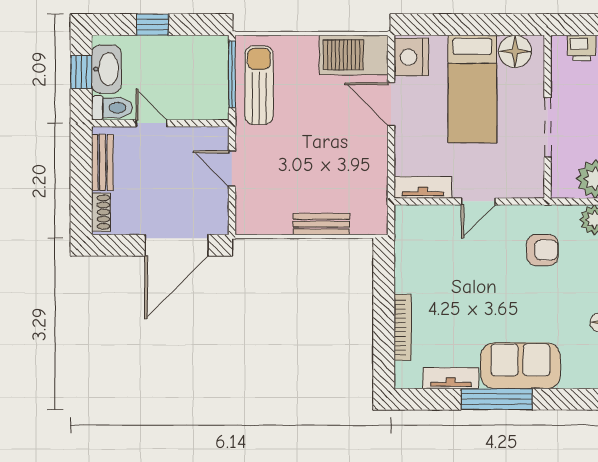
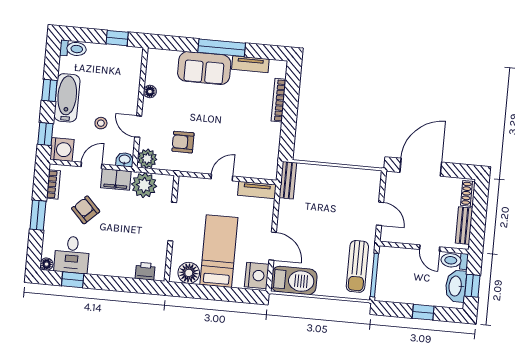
bench: (321, 224) -> (288, 180), moved, turned 90

